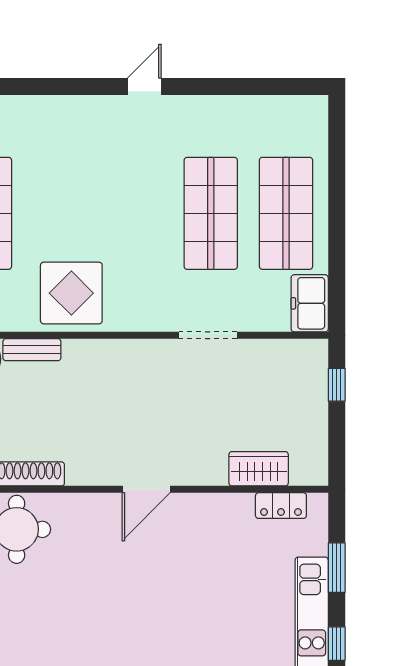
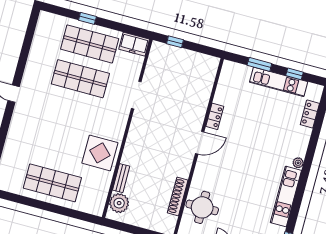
window: (337, 195) -> (87, 18), added
wardrobe: (259, 469) -> (204, 88), removed
door: (146, 489) -> (200, 143), hinge flipped
locker: (281, 506) -> (215, 116), moved

